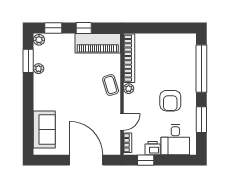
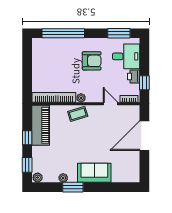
window: (28, 61) -> (73, 187), moved
window: (201, 120) -> (119, 33), moved
sofa: (44, 129) -> (94, 173), moved

